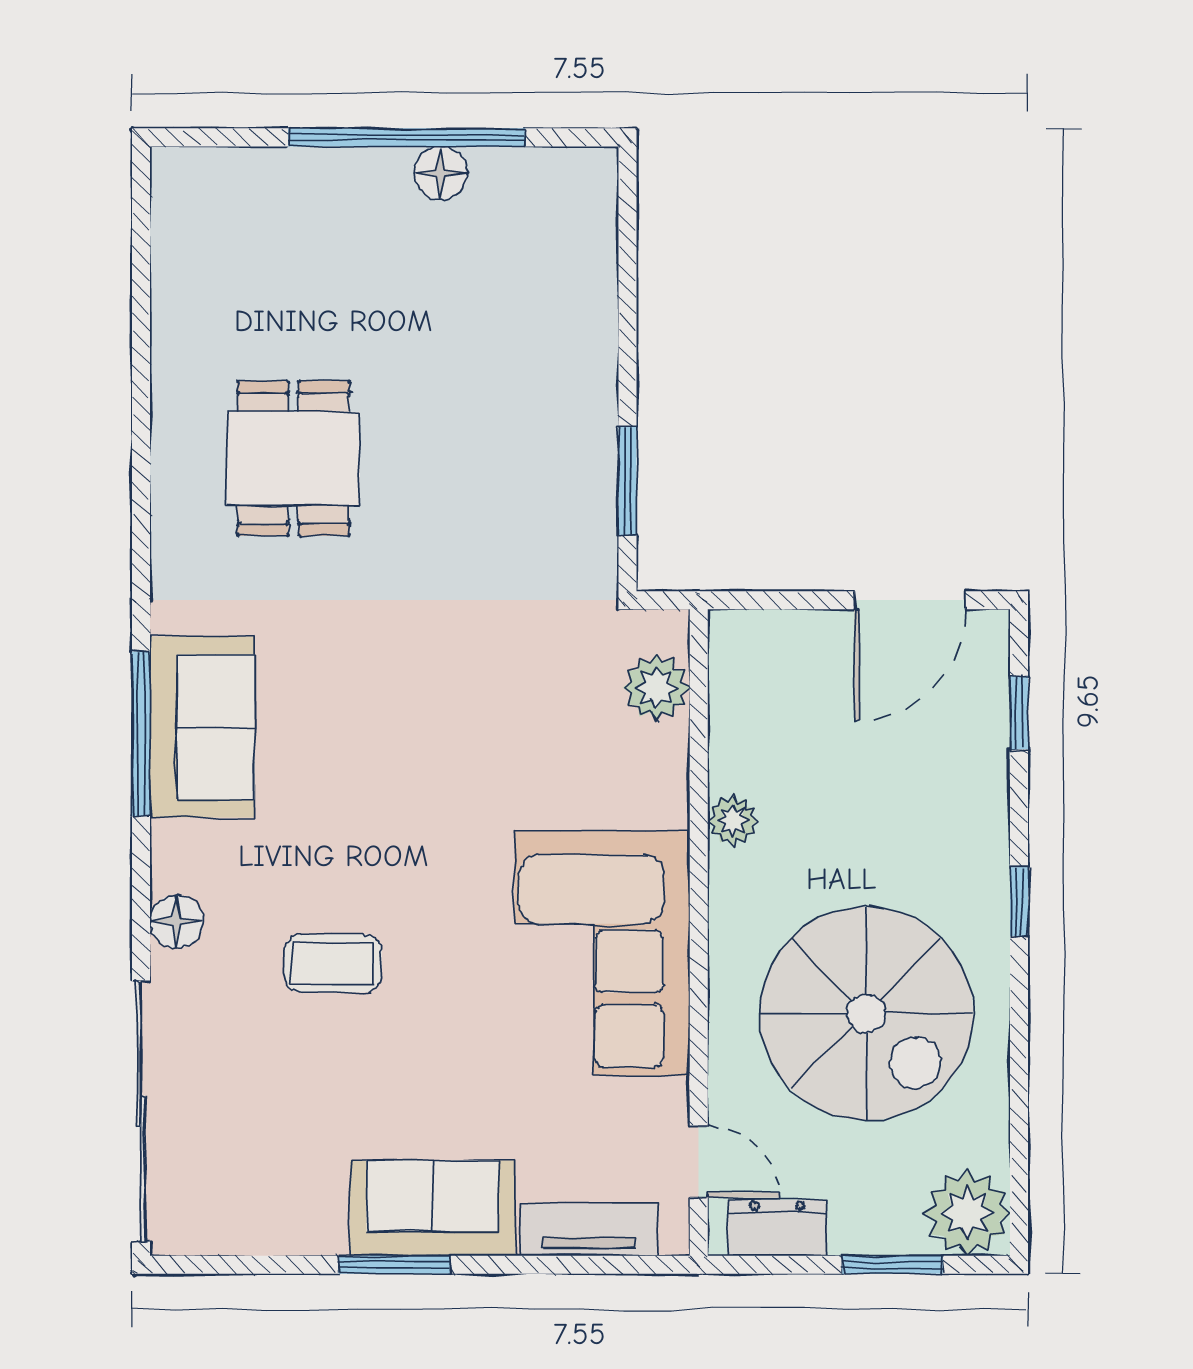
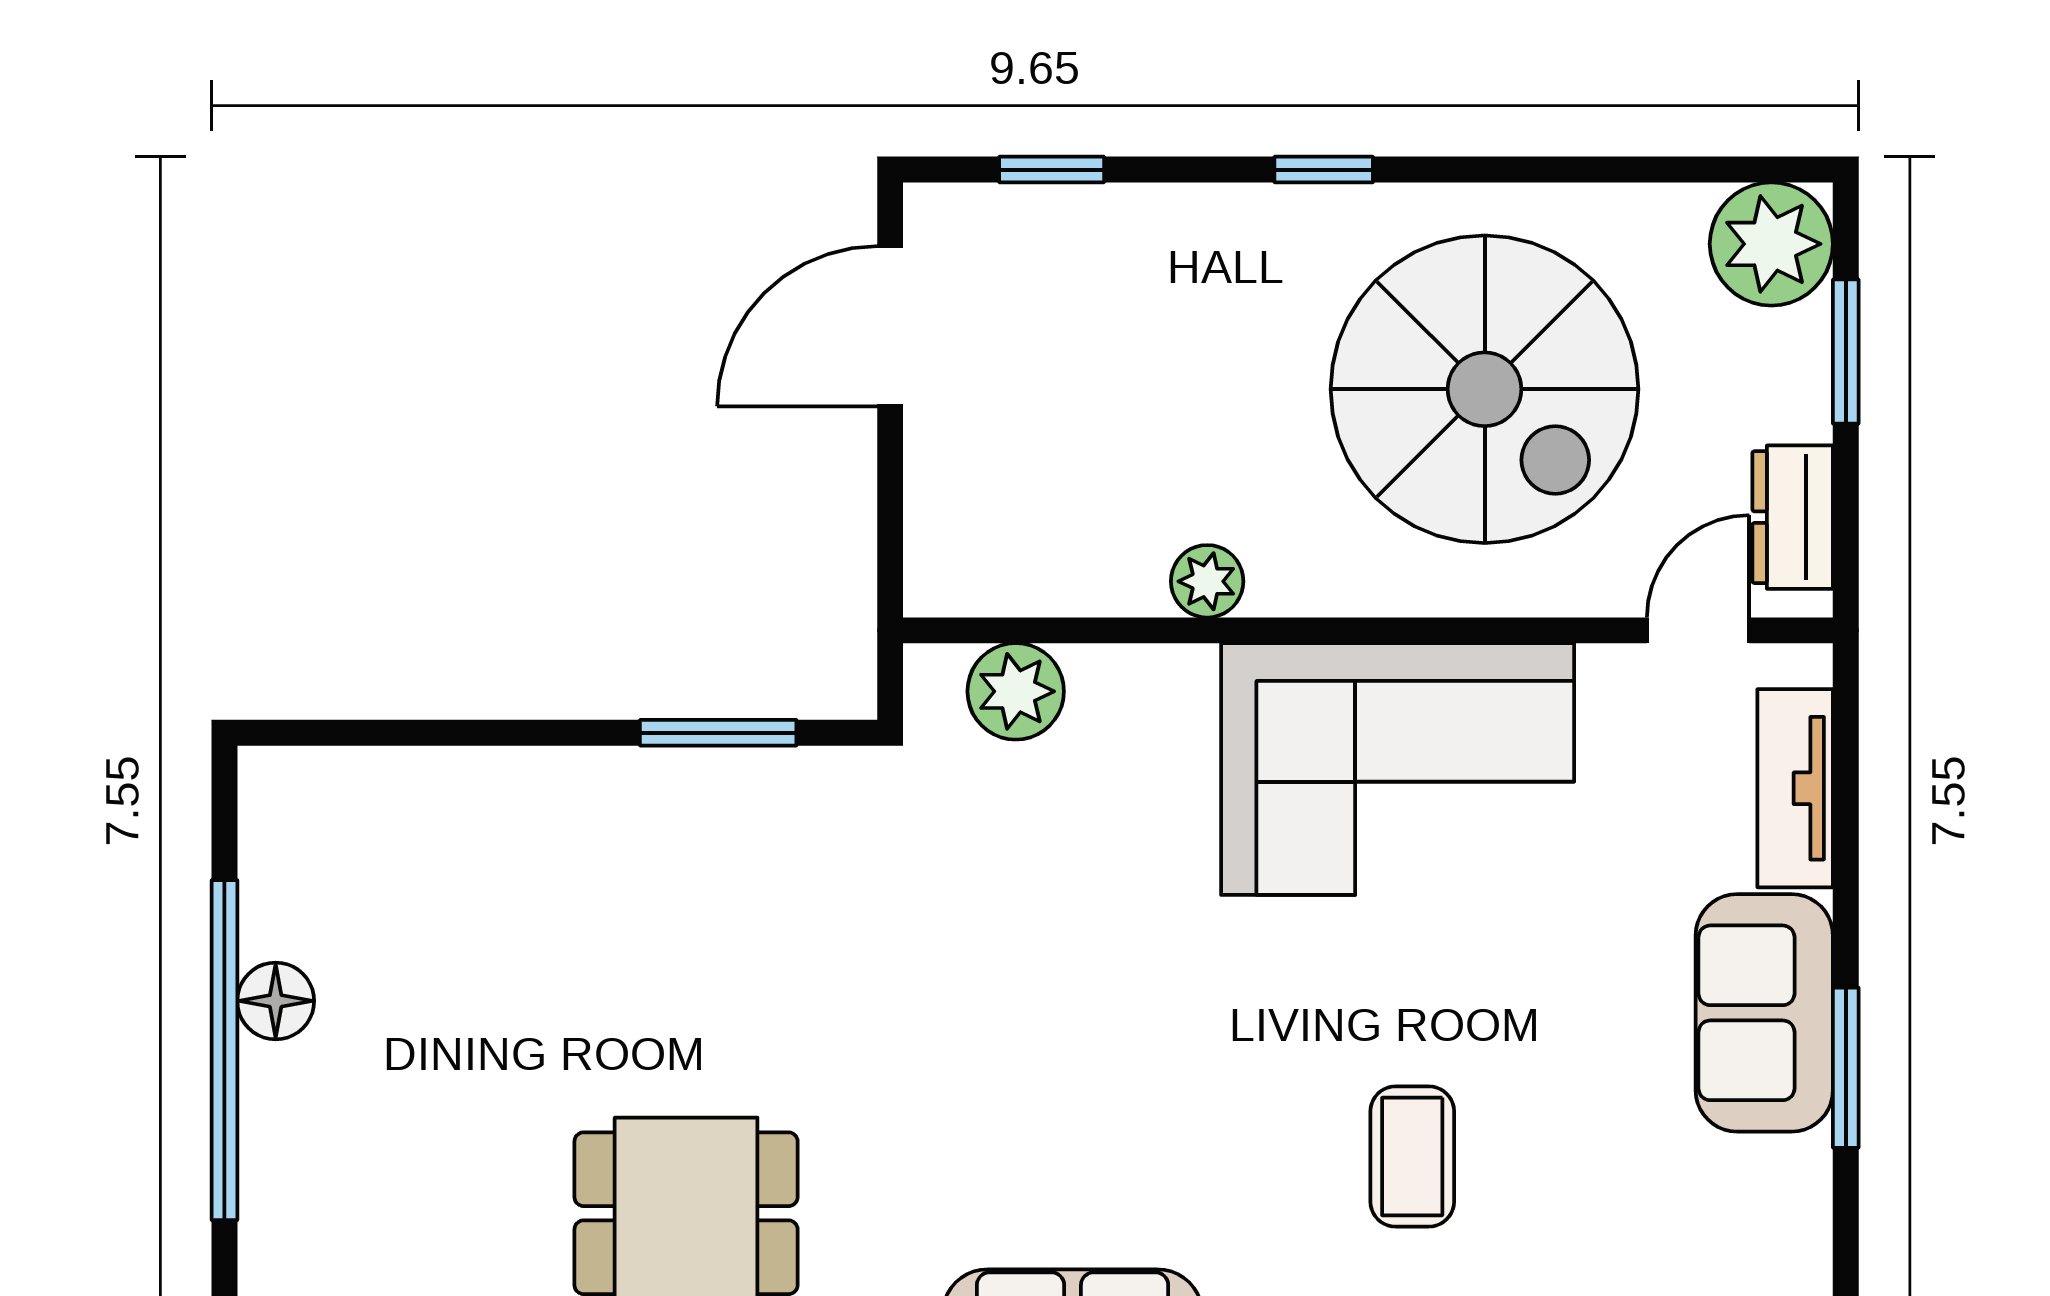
door: (910, 600) -> (890, 326), swing flipped
spiral stairs: (866, 1014) -> (1485, 389), turned 90

